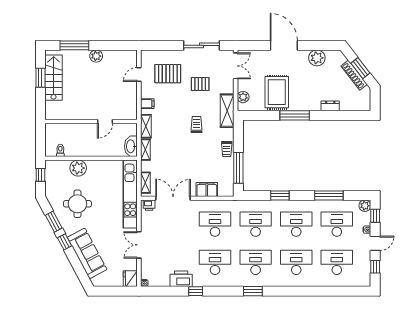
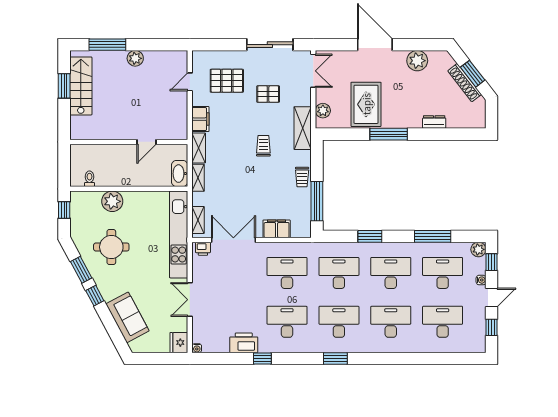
filing cabinet: (147, 104) -> (200, 119), width x2.00
sofa: (87, 253) -> (127, 317), width x0.73

